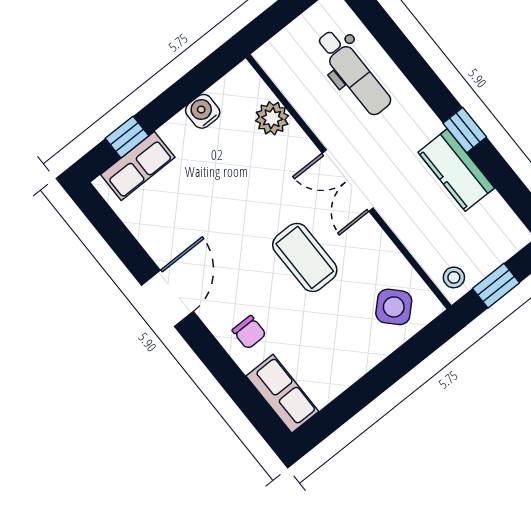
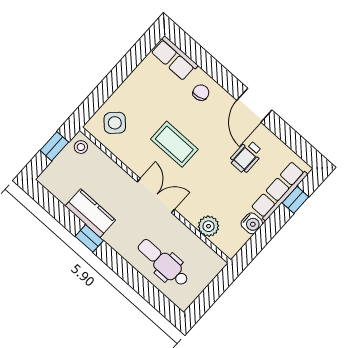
row of seats: (138, 166) -> (279, 191), width x1.48
wheelchair: (194, 219) -> (246, 157), added
chair: (249, 332) -> (201, 93), turned 77

